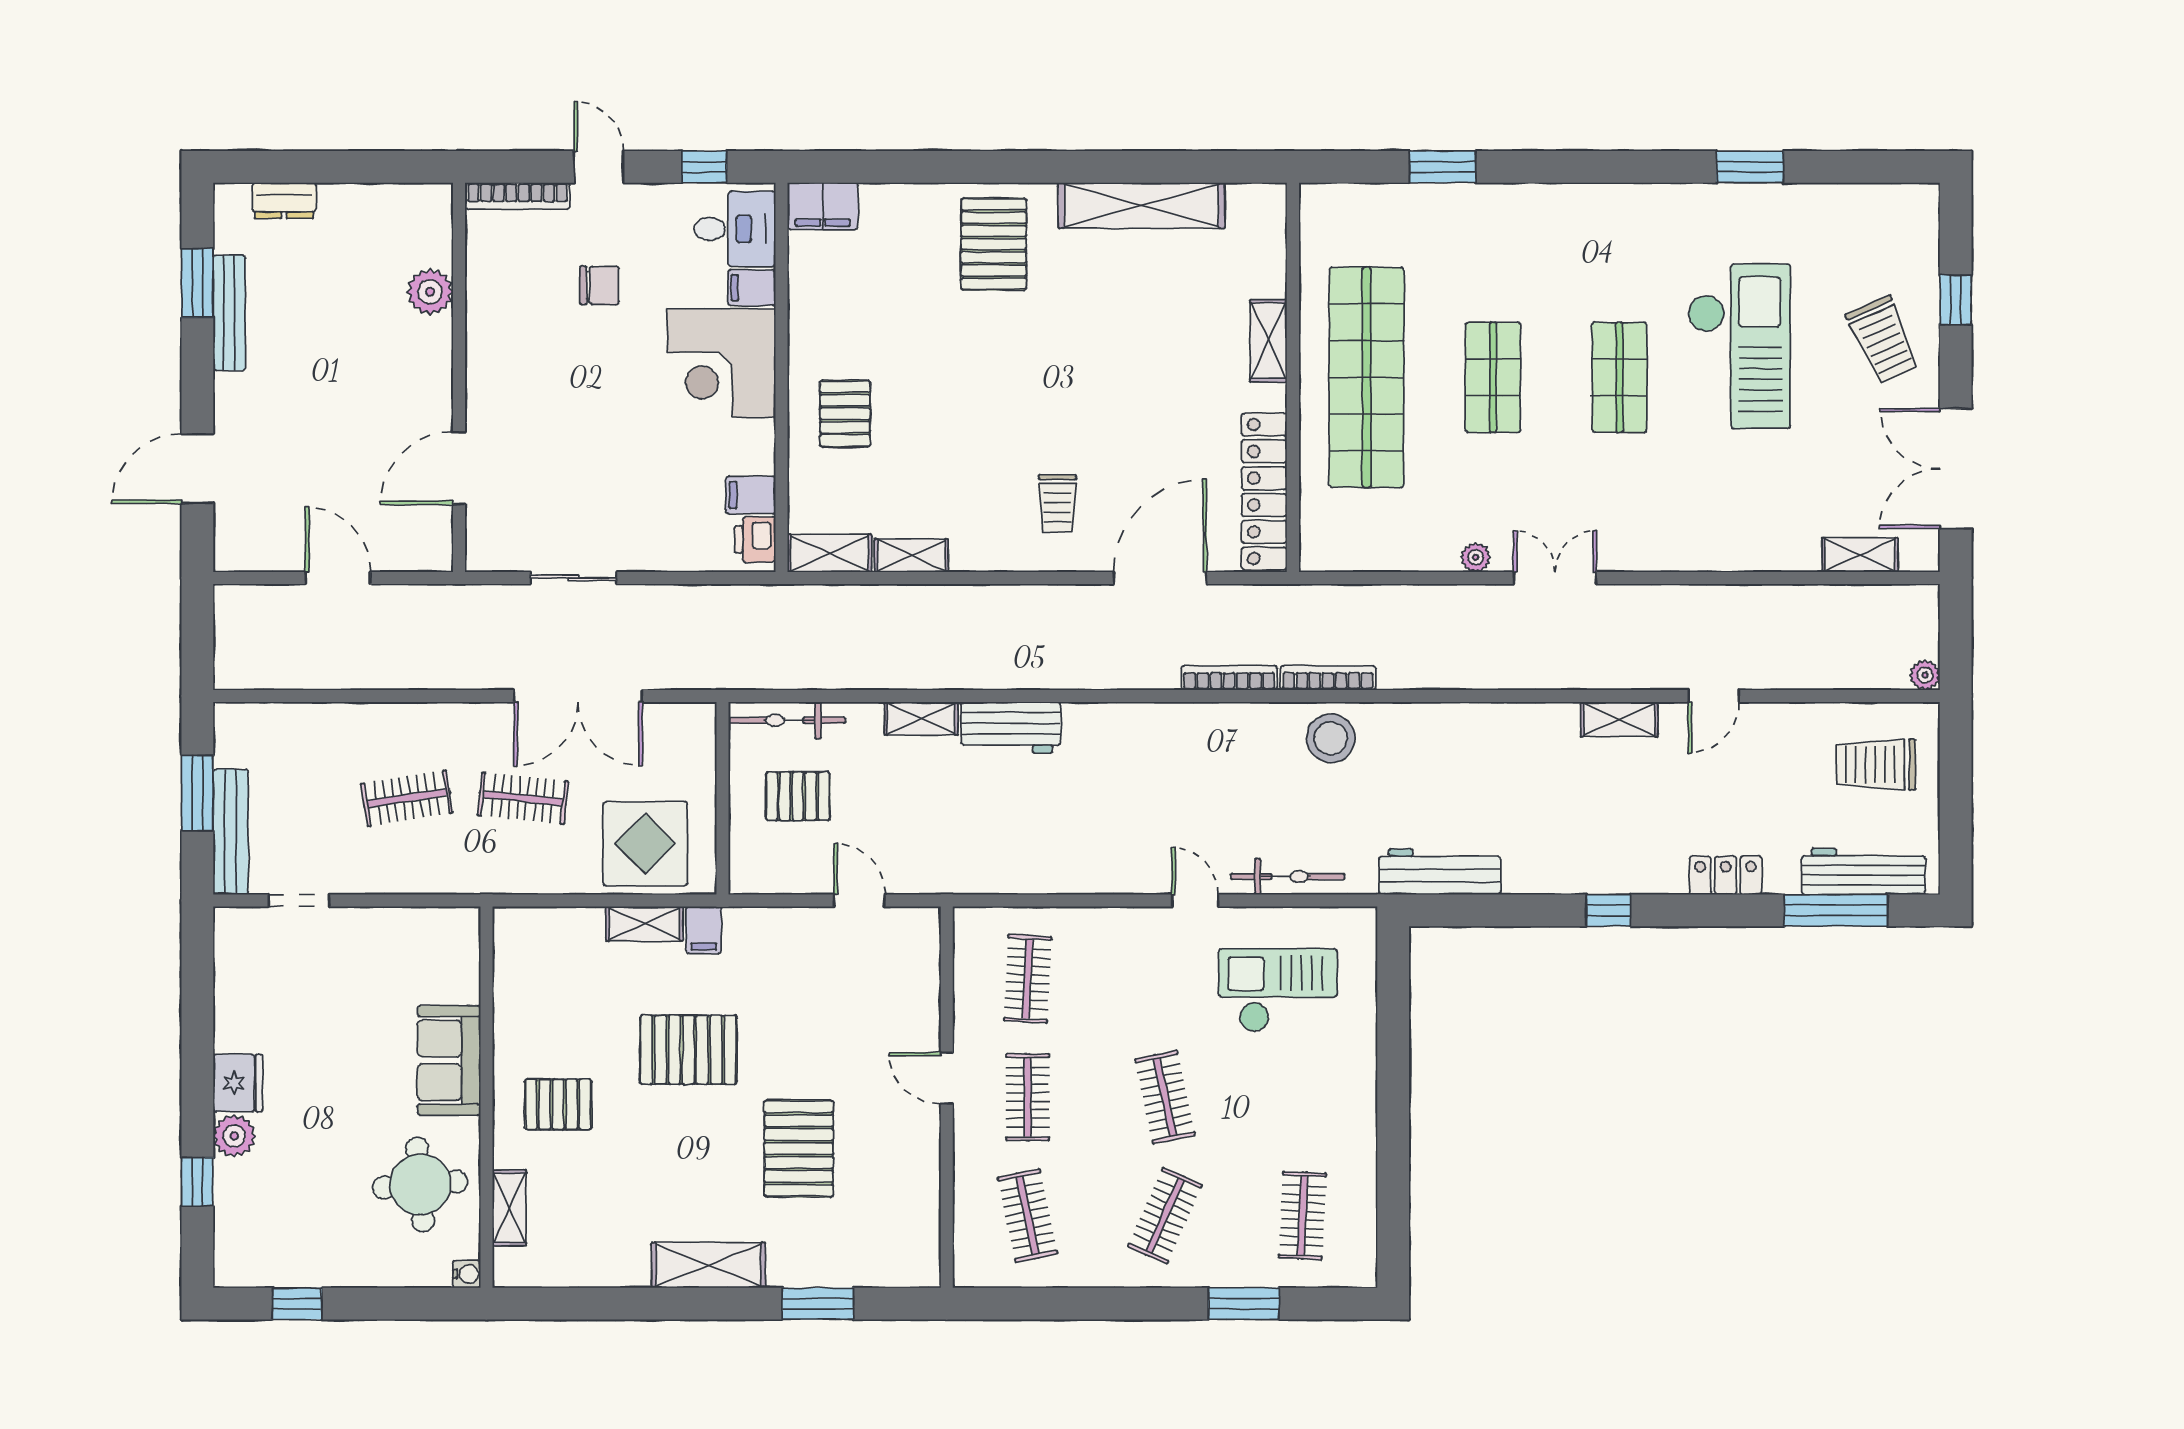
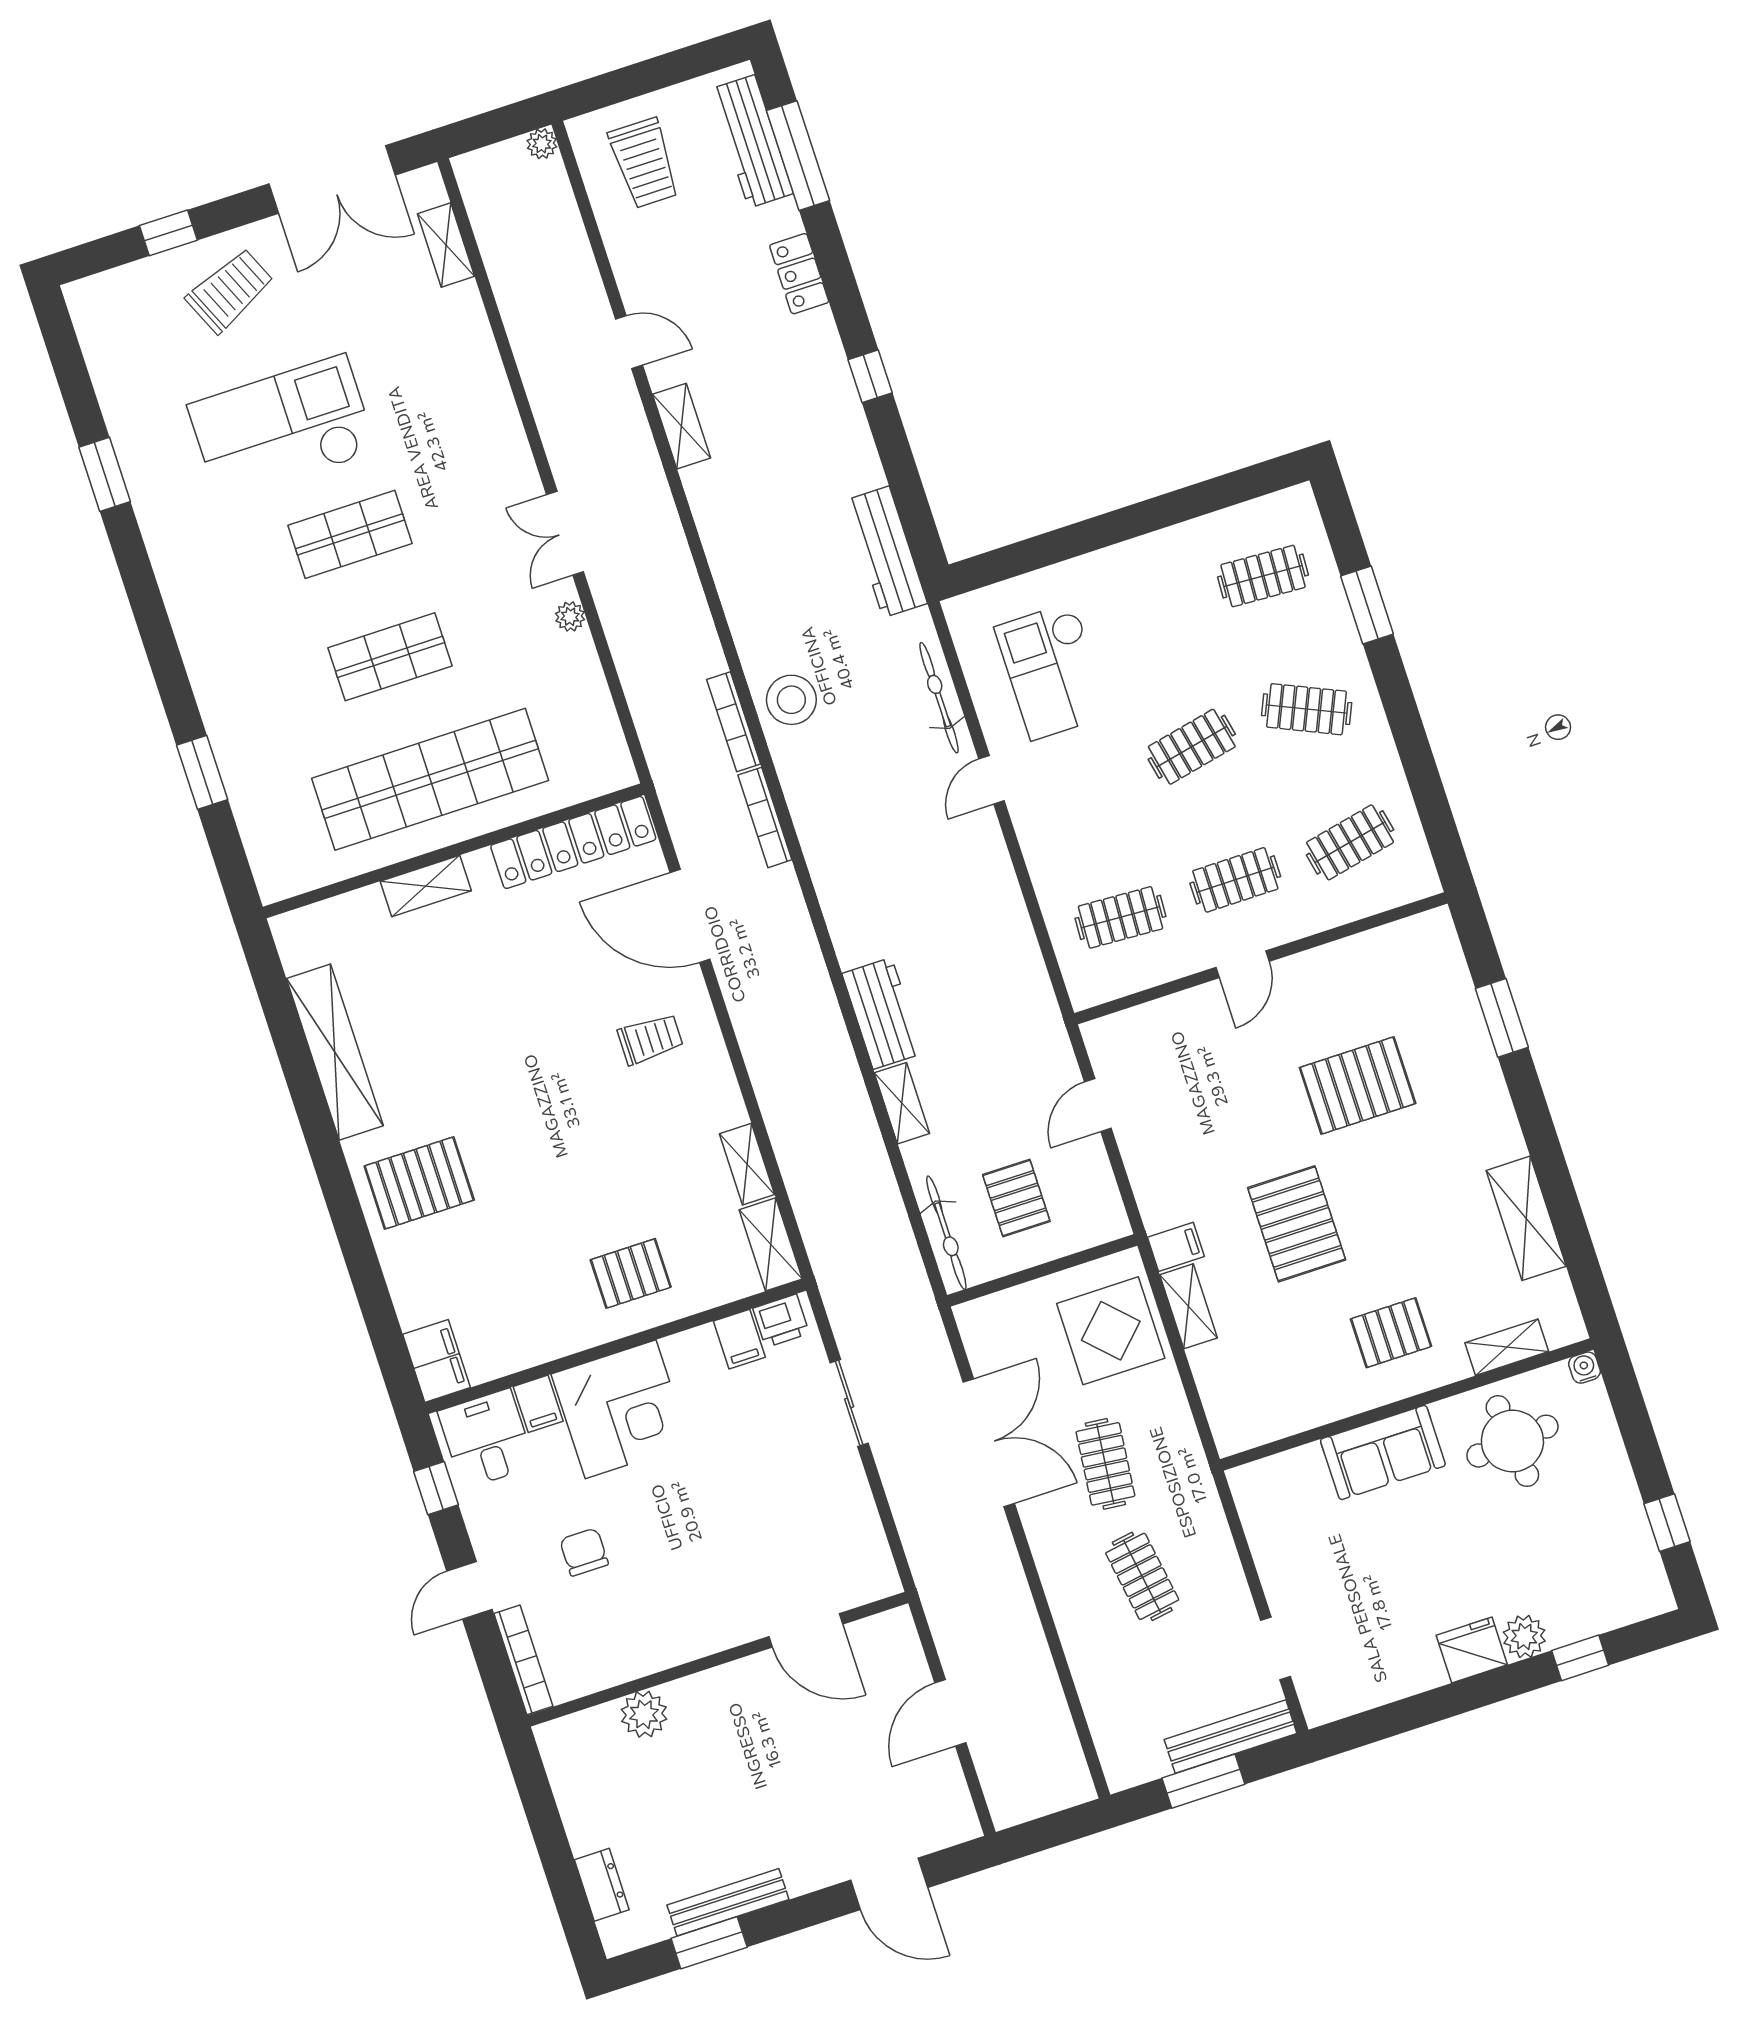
sliding door: (573, 578) -> (849, 1403), moved
pallet: (558, 1104) -> (1391, 1333), turned 90
shelving: (708, 1265) -> (1526, 1218), moved

